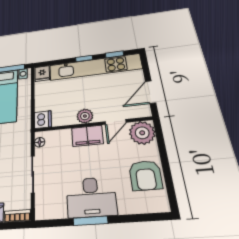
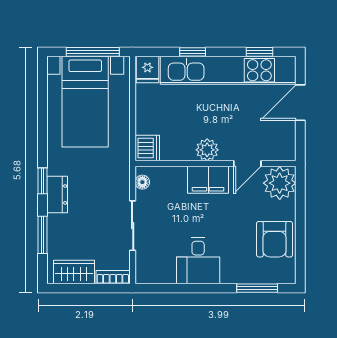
window: (84, 58) -> (193, 52), moved
door: (151, 92) -> (300, 103), moved
desk: (91, 197) -> (198, 261), width x0.73
window: (90, 221) -> (257, 288), moved

